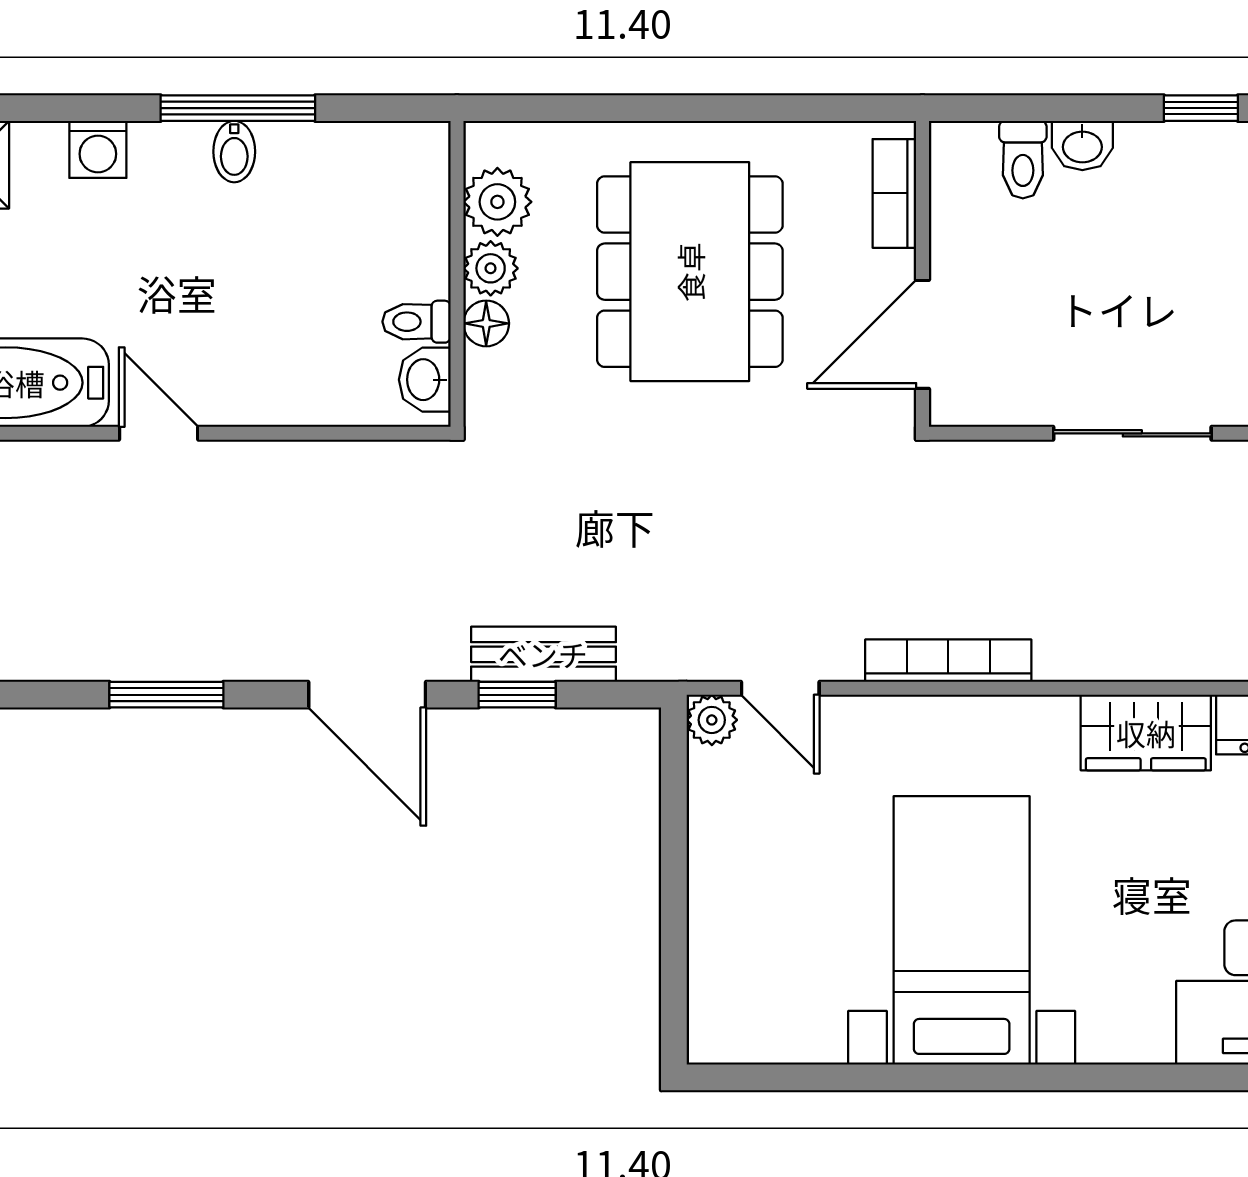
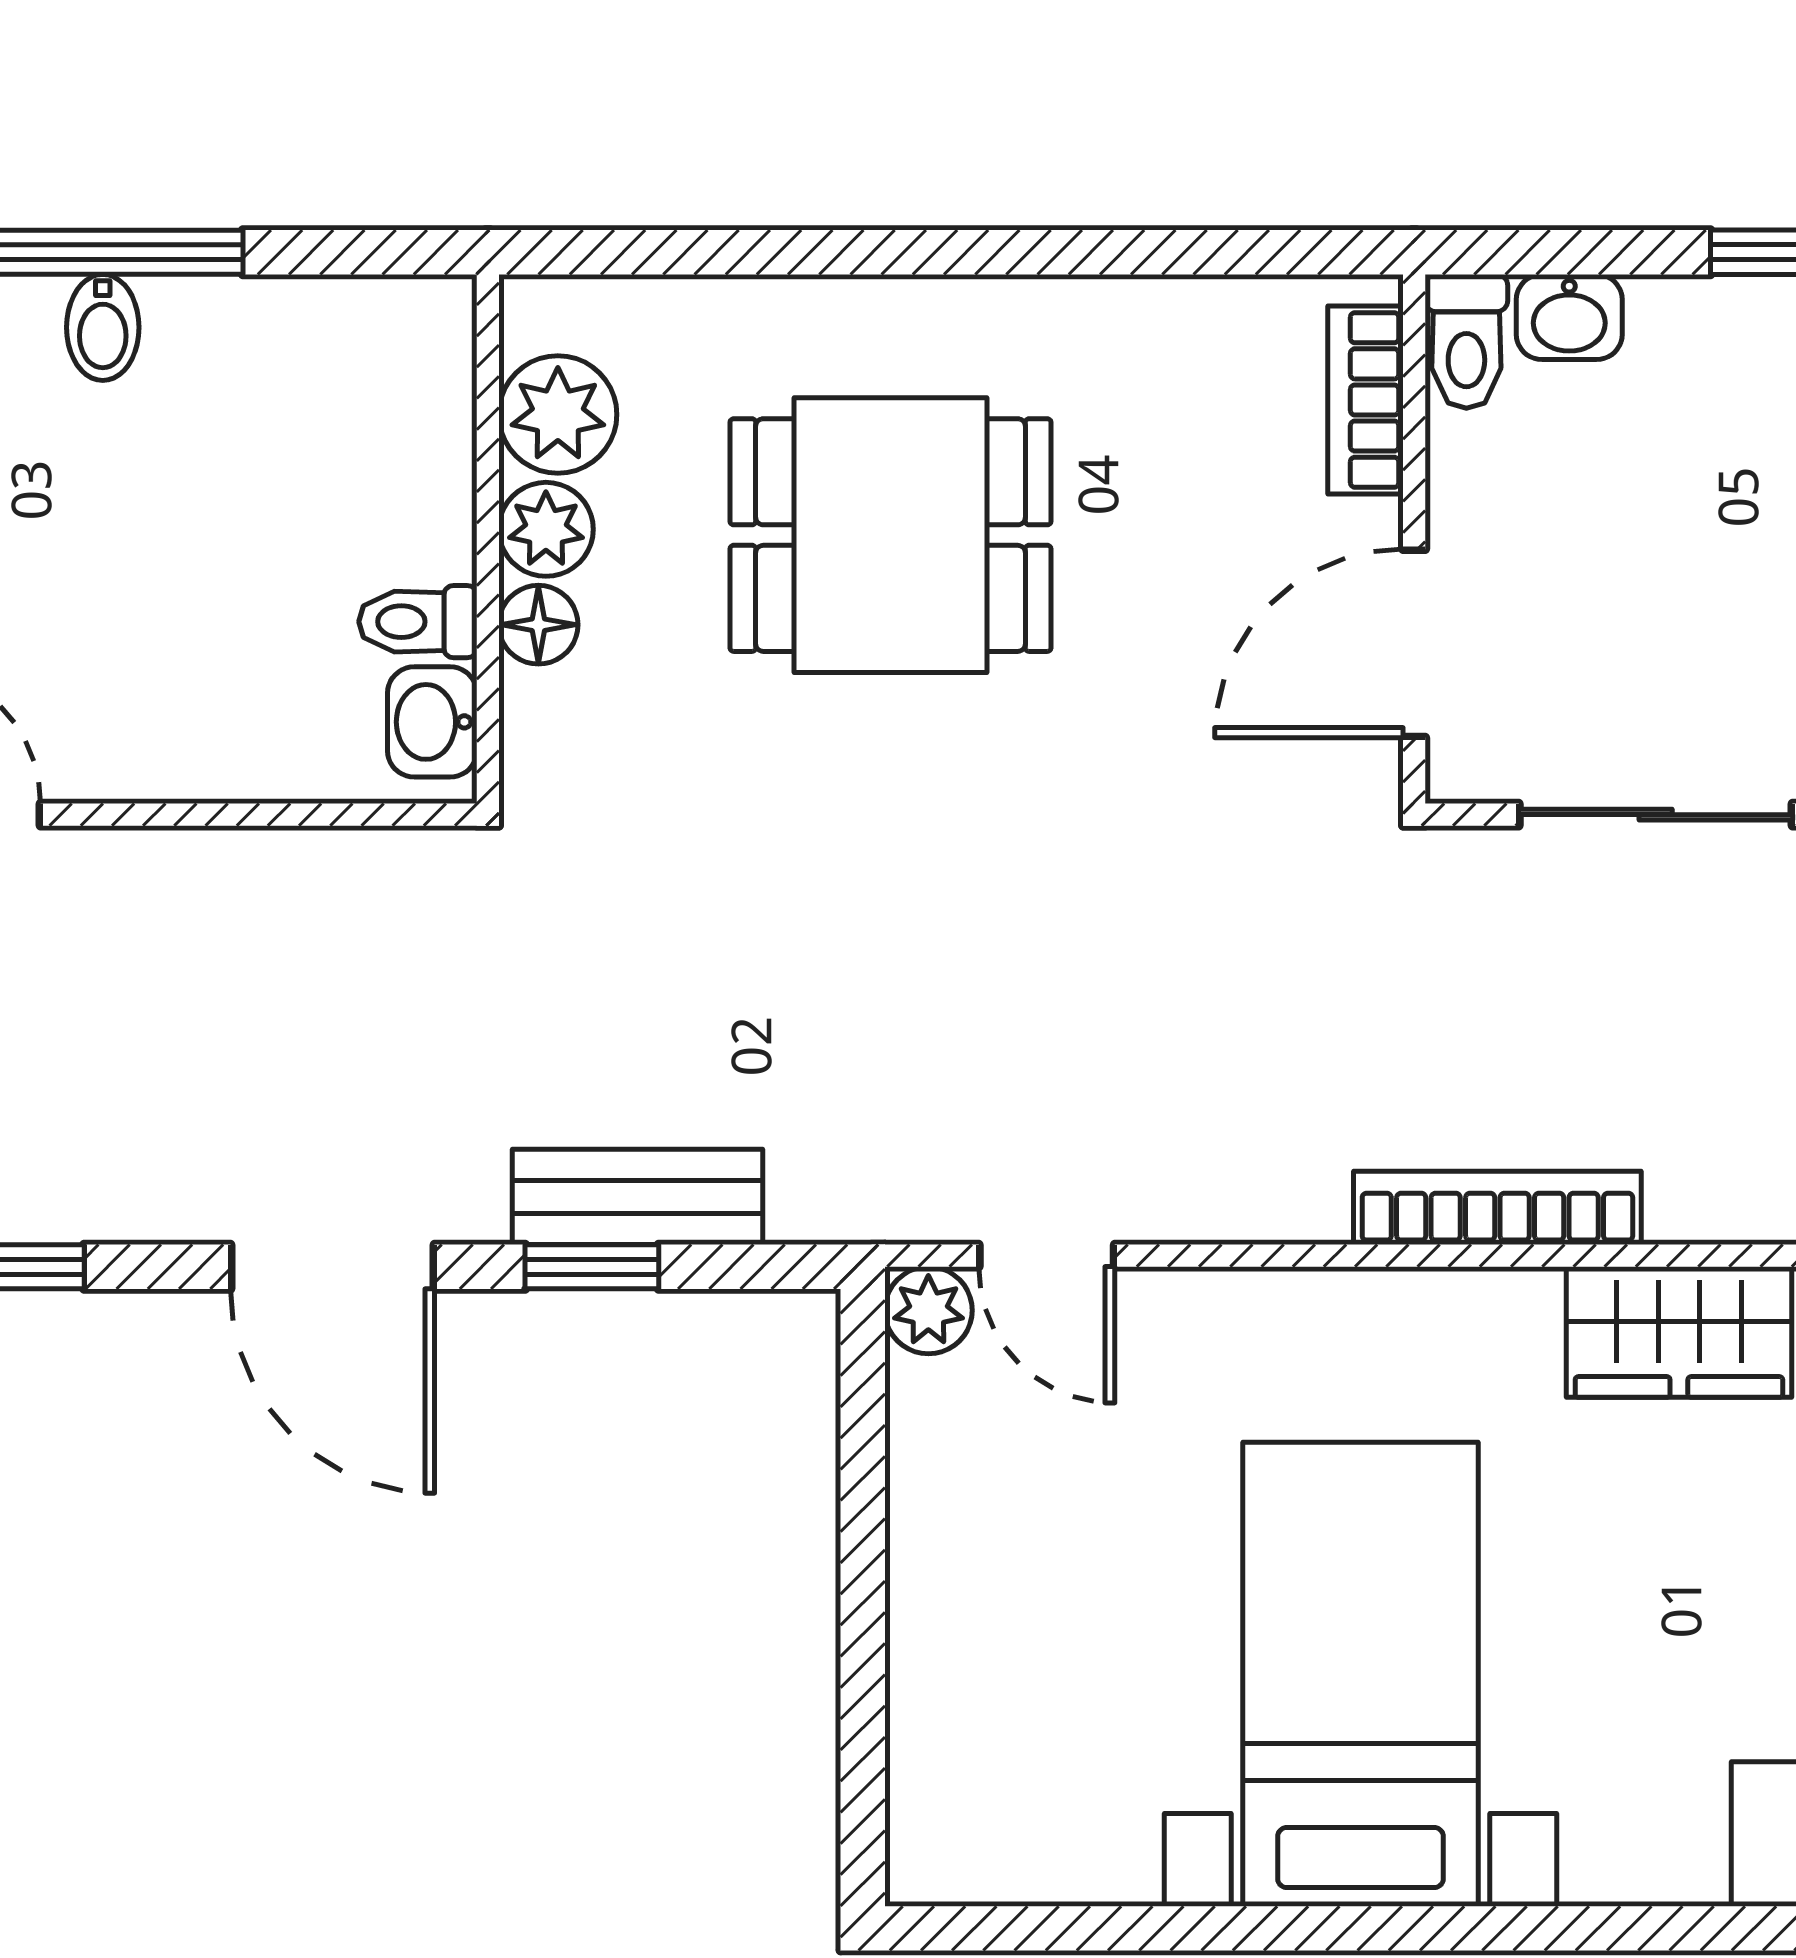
bookcase: (894, 193) -> (1366, 400), moved
dining table: (690, 272) -> (891, 535), width x0.73
wall: (923, 274) -> (1414, 539), moved
door: (923, 334) -> (1414, 643), moved
bookcase: (948, 661) -> (1497, 1208), moved

